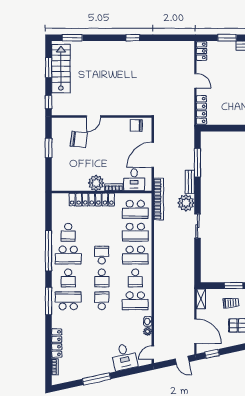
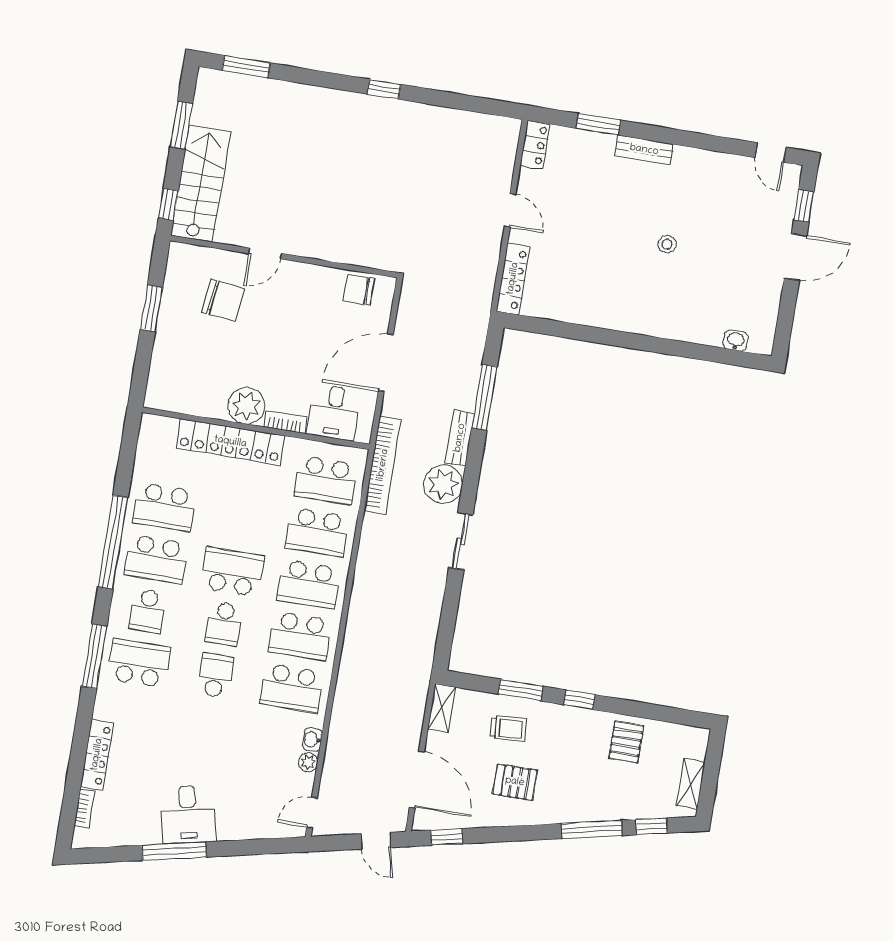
stairs: (61, 69) -> (201, 184), moved
school desk: (68, 232) -> (165, 507), width x1.85
school desk: (102, 255) -> (232, 572), width x1.85
school desk: (135, 278) -> (300, 636), width x1.85
desk: (124, 357) -> (188, 814), moved

